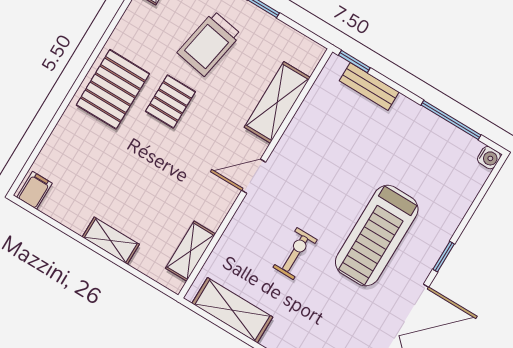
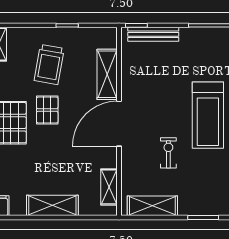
bench: (369, 86) -> (153, 34), width x1.36
door: (254, 176) -> (119, 124), width x1.88
shelving: (111, 241) -> (52, 205), width x1.50, depth x1.33

